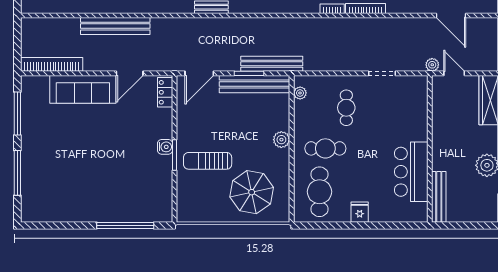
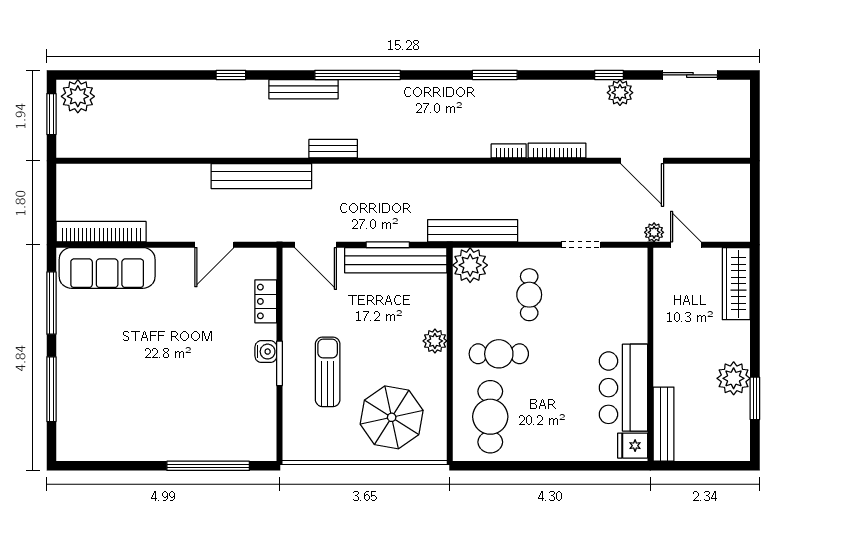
door: (451, 16) -> (642, 161), moved
bench: (115, 26) -> (261, 176), moved
bench: (272, 64) -> (473, 231), moved
door: (199, 73) -> (316, 245), hinge flipped
sofa: (83, 89) -> (107, 268), moved
locker: (165, 92) -> (266, 301), moved
plant: (300, 93) -> (470, 265), width x1.88, depth x1.88
sun lounger: (208, 161) -> (328, 372), turned 90
fridge: (360, 212) -> (633, 446), moved, turned -90

